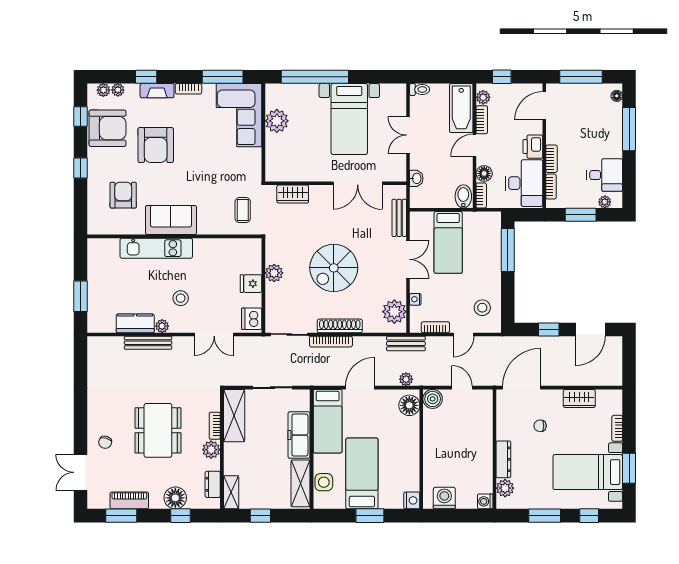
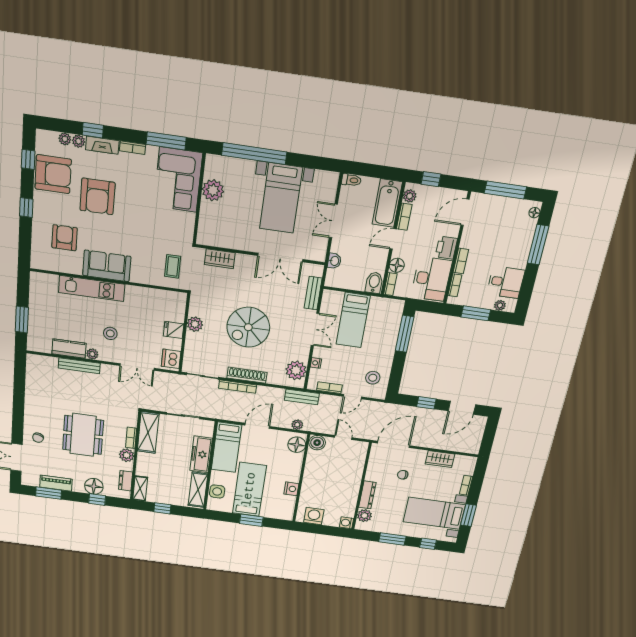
plant: (103, 90) -> (79, 141), moved
nightstand: (412, 500) -> (291, 489), moved

